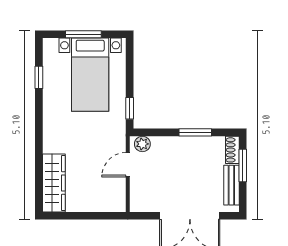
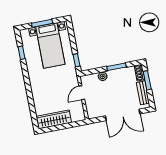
plant: (142, 144) -> (103, 76), moved
wardrobe: (54, 183) -> (54, 119), moved, turned -90

